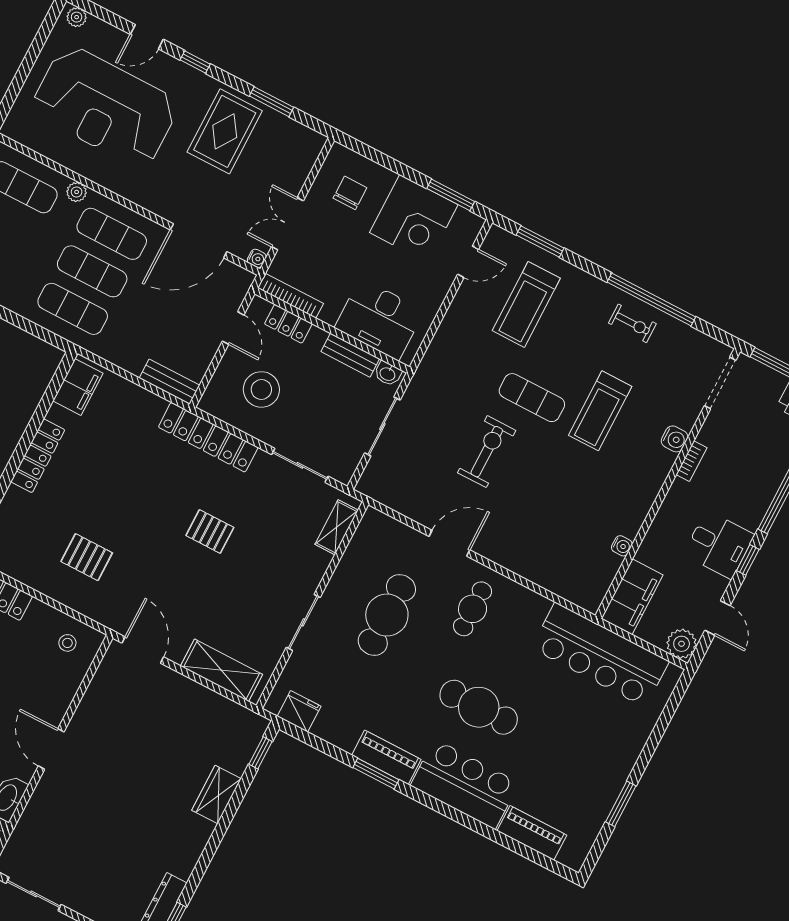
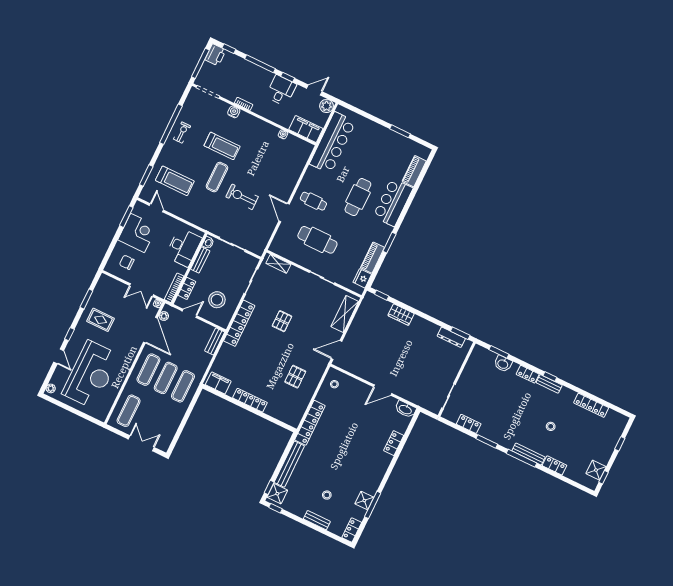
rug: (225, 131) -> (101, 320), width x0.73, depth x0.70
plant: (77, 192) -> (164, 316), moved
piano: (386, 757) -> (373, 258), moved

